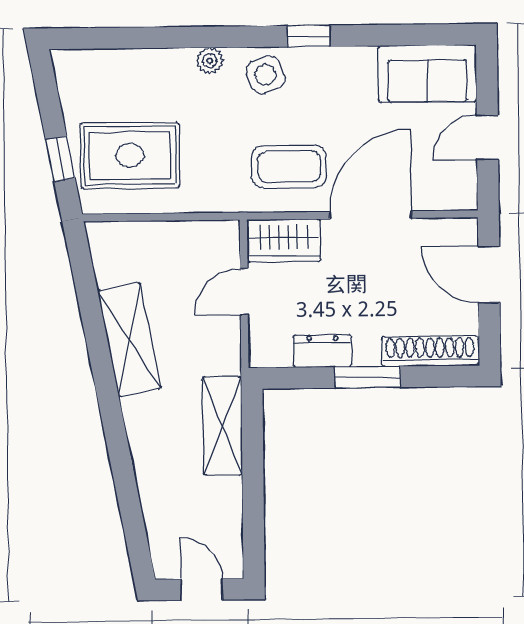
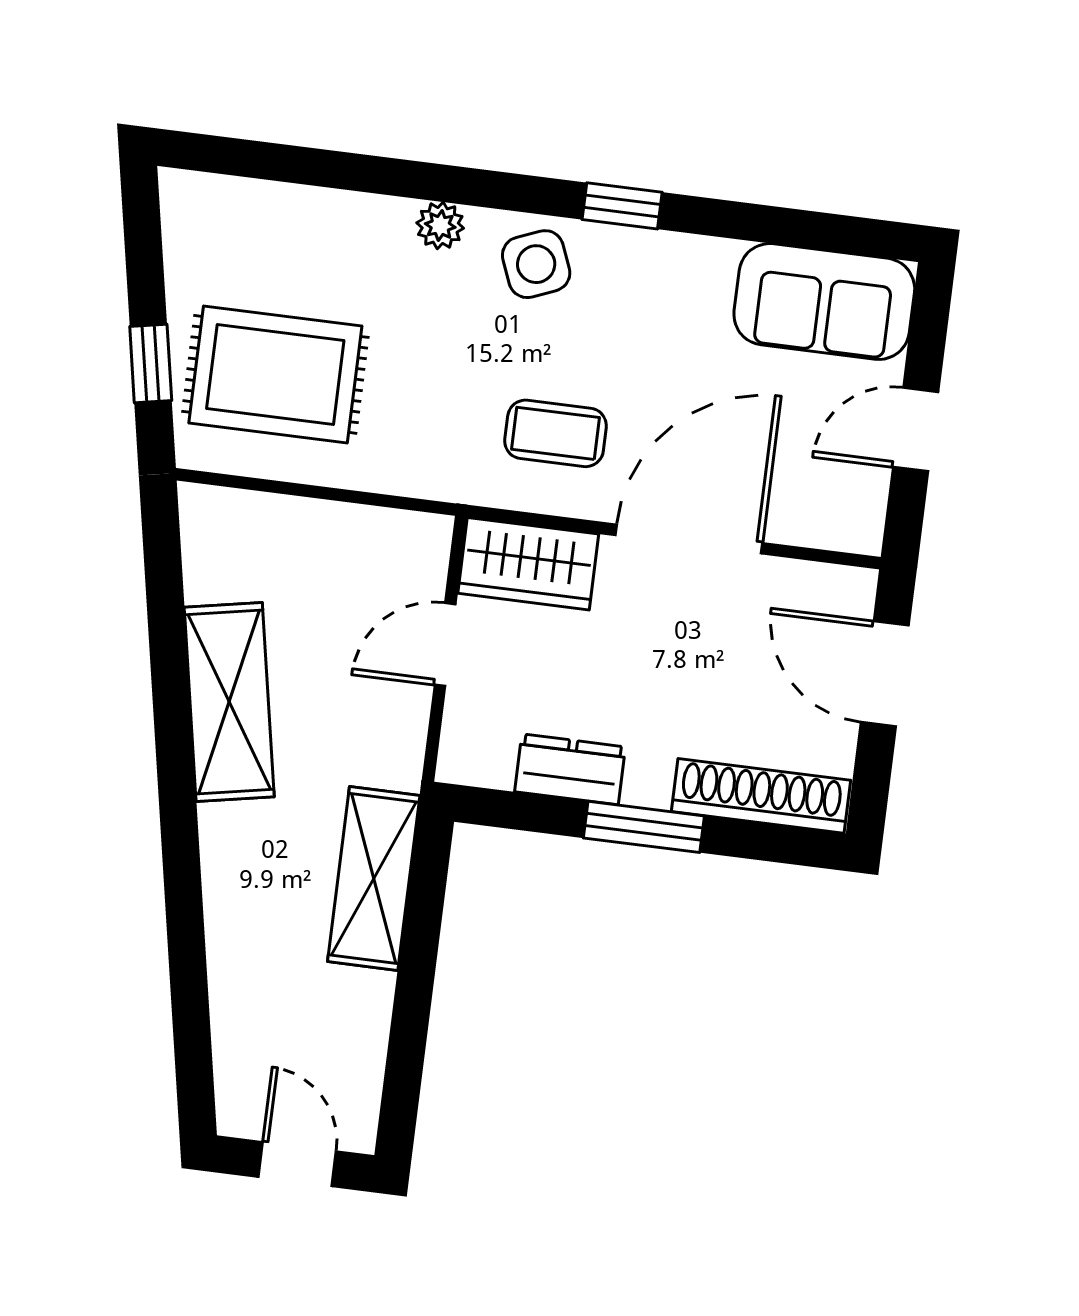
coffee table: (289, 167) -> (556, 433), width x0.73, depth x0.77

